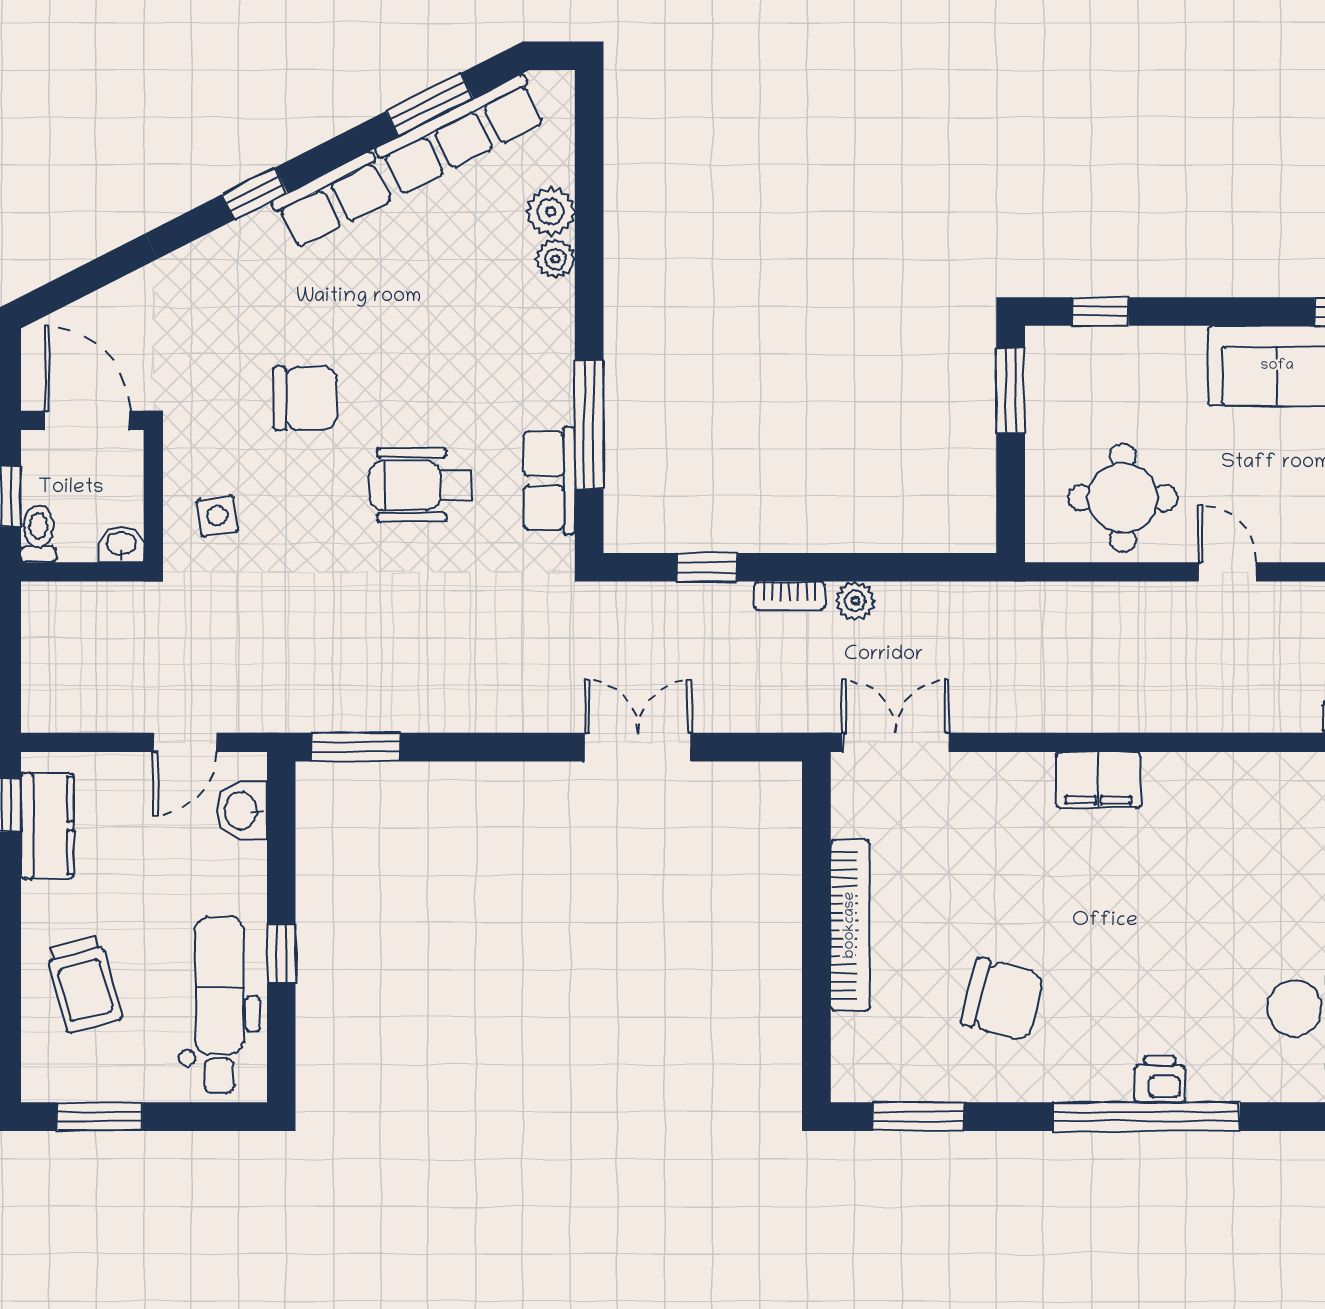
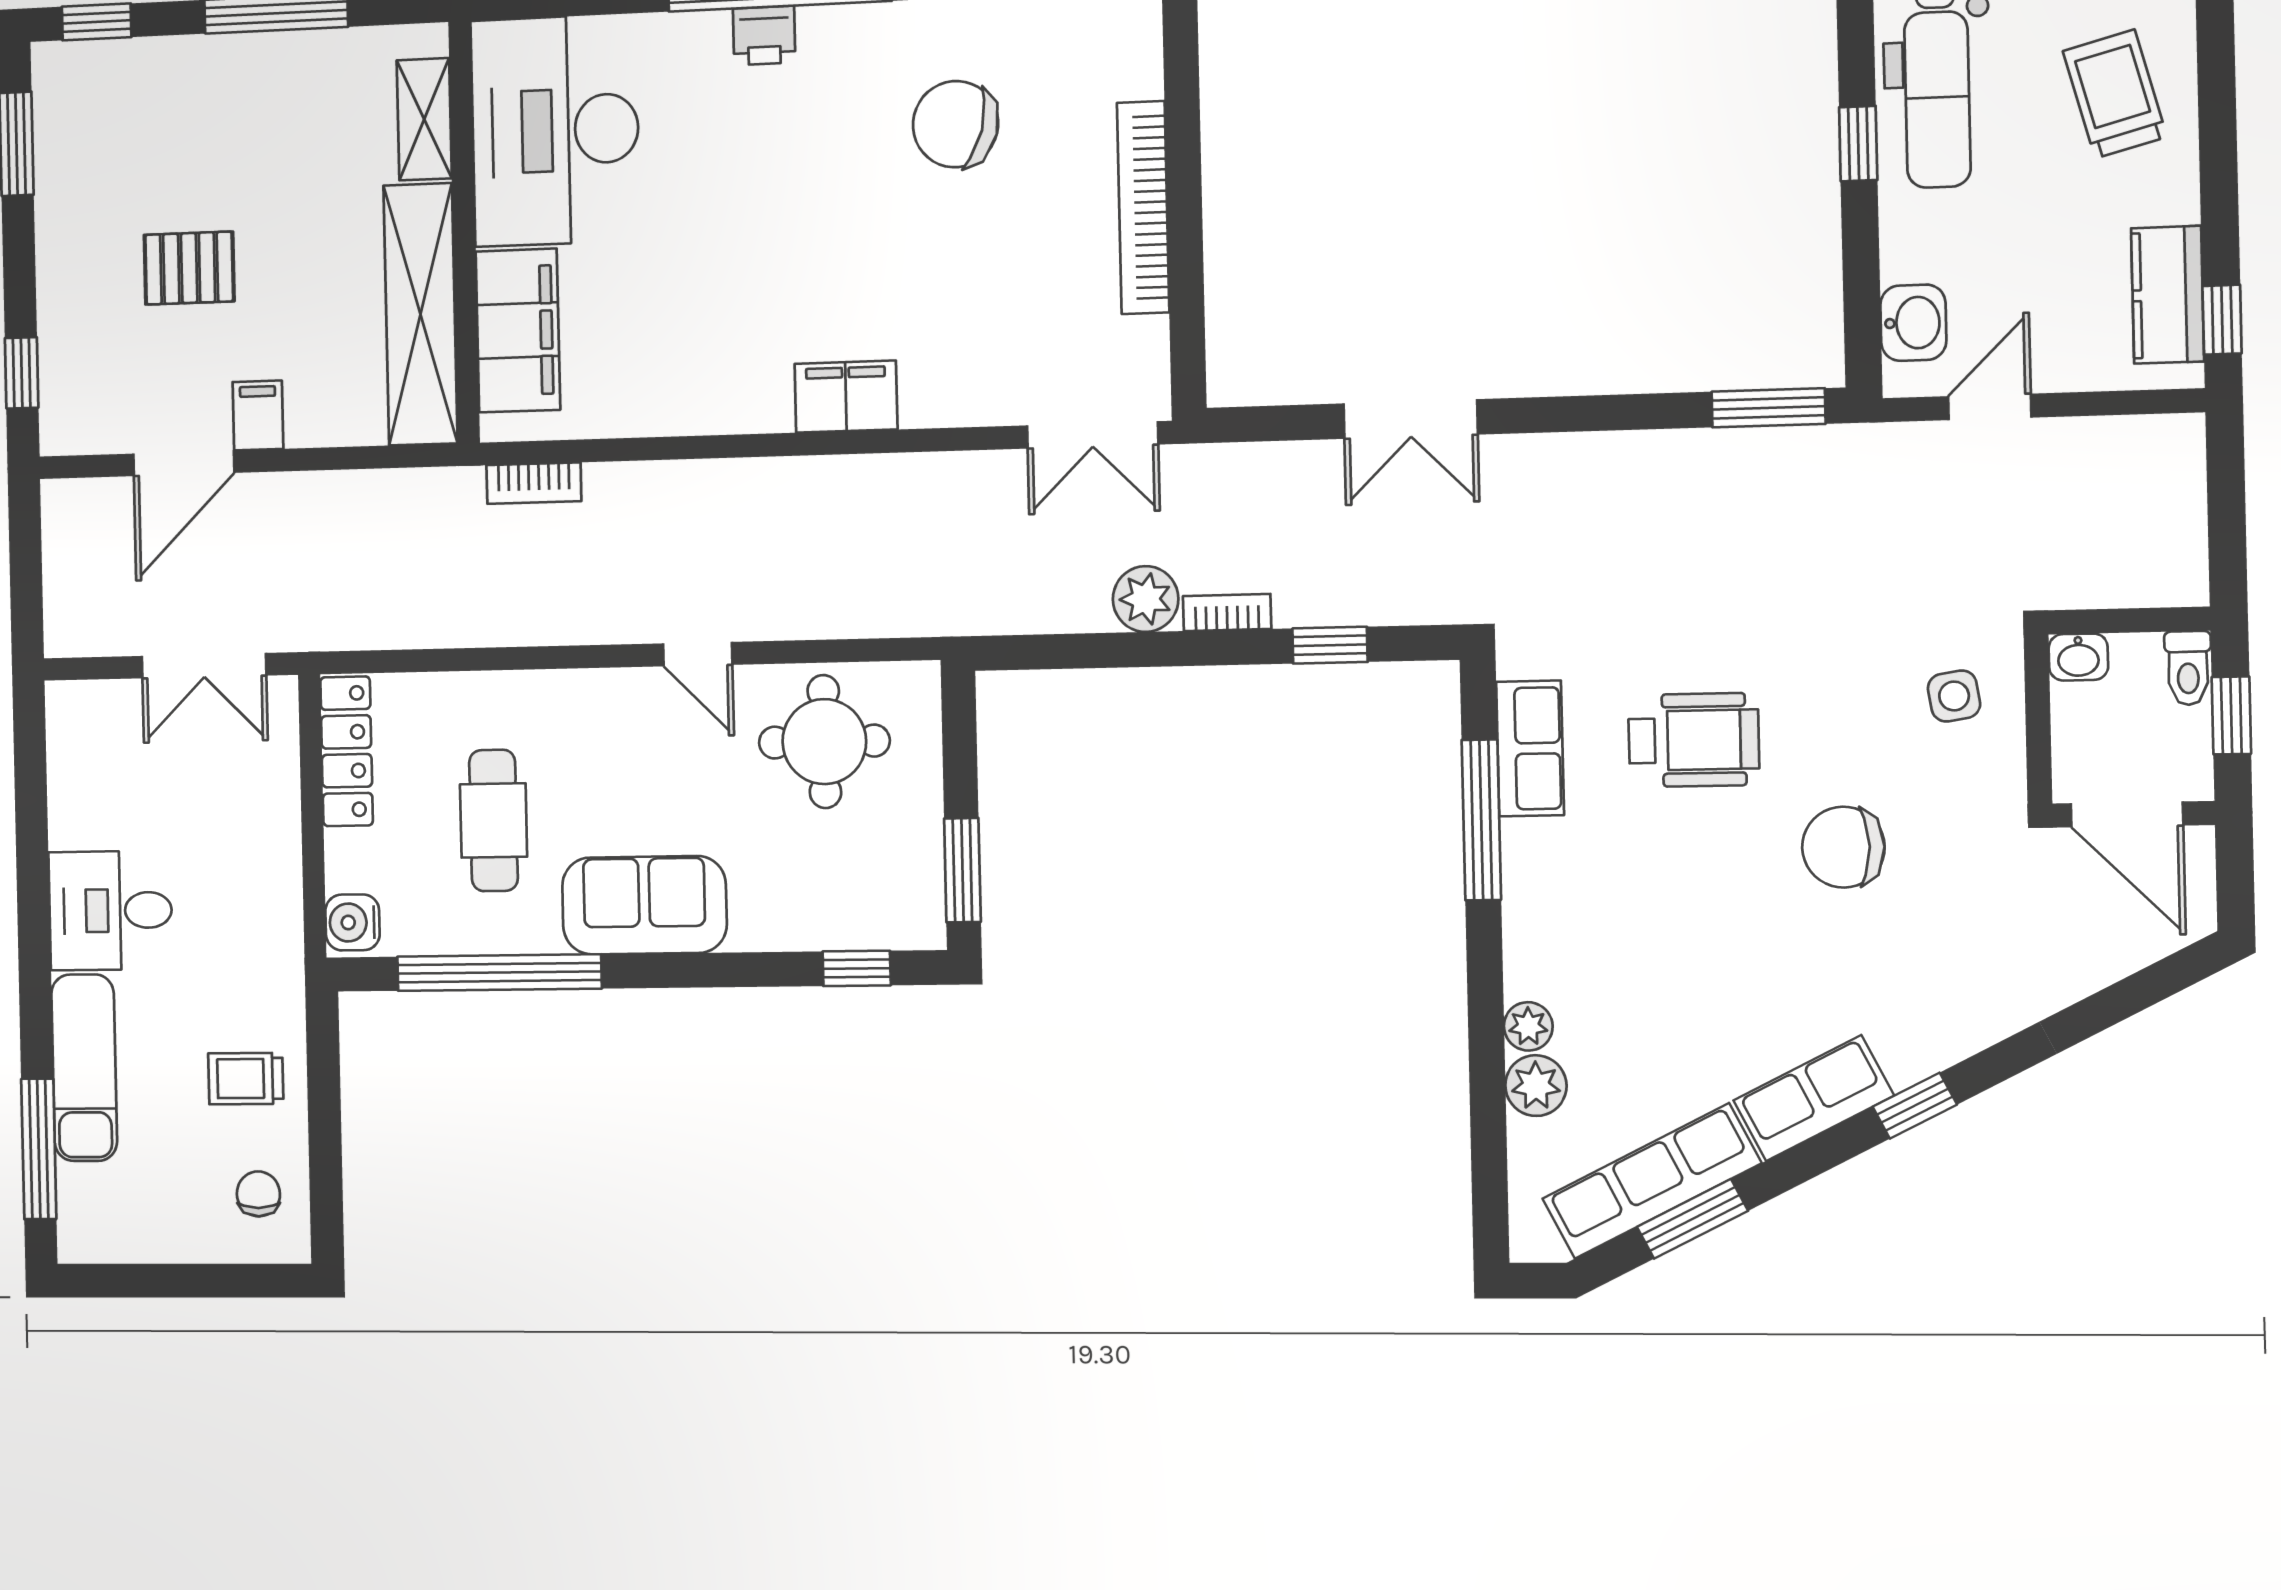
plant: (855, 601) -> (1146, 599), width x1.38, depth x1.38

